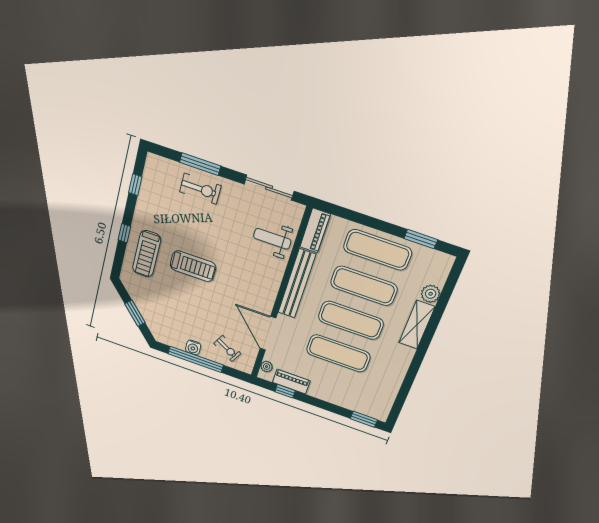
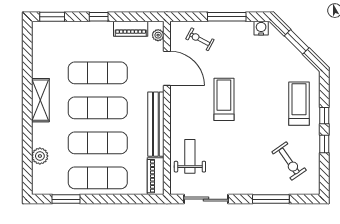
window: (135, 185) -> (324, 144), moved
exercise bike: (200, 189) -> (289, 161), moved, turned -125
weight bench: (272, 239) -> (190, 156), turned -90
treadmill: (193, 266) -> (224, 99), moved, turned 90
shelving: (417, 325) -> (40, 100), moved
water cooler: (193, 347) -> (261, 28), moved
window: (196, 359) -> (227, 17), width x0.68
window: (285, 391) -> (99, 17), moved

